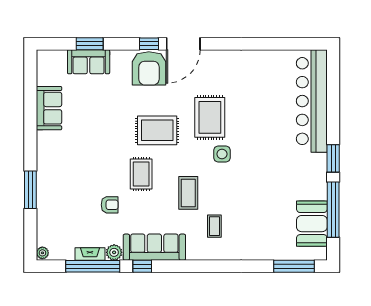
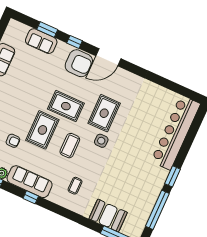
window: (149, 44) -> (74, 42), moved
armchair: (149, 68) -> (79, 63), turned -90
rug: (141, 174) -> (42, 130), width x1.36, depth x1.43
coffee table: (188, 193) -> (70, 146), moved
booth: (312, 224) -> (108, 216), moved, turned 90
window: (142, 266) -> (31, 197), moved

